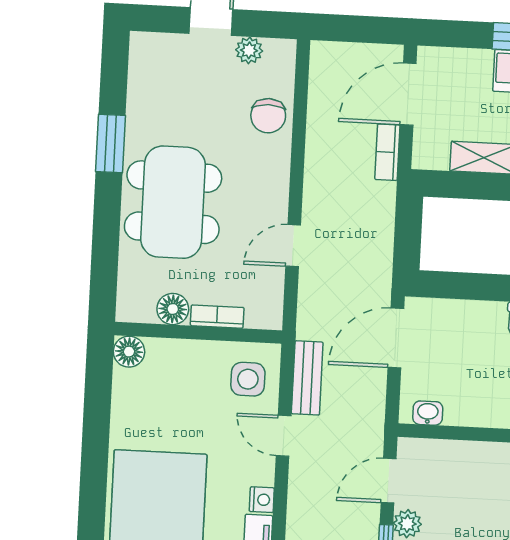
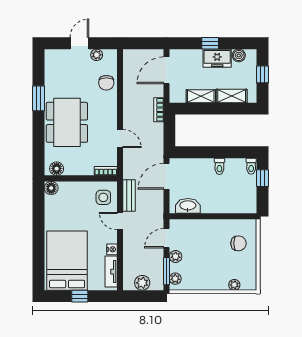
bookcase: (387, 152) -> (159, 110), moved
door: (293, 246) -> (120, 139), swing flipped
floor lamp: (173, 309) -> (57, 169), moved
bookcase: (217, 317) -> (106, 171), moved
washbasin: (428, 413) -> (188, 206), width x1.91, depth x1.45

